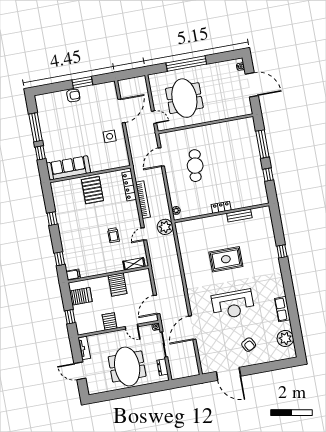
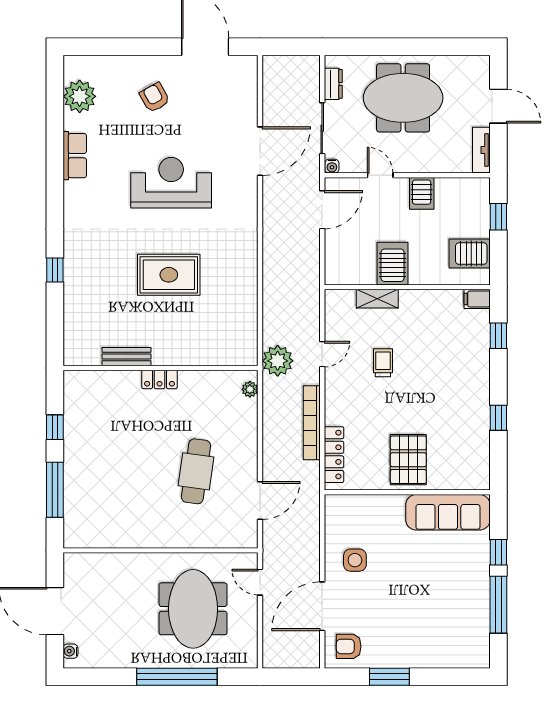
armchair: (73, 95) -> (349, 646), moved
shelving: (134, 264) -> (377, 299), moved
meeting table: (127, 366) -> (403, 98), turned 90

